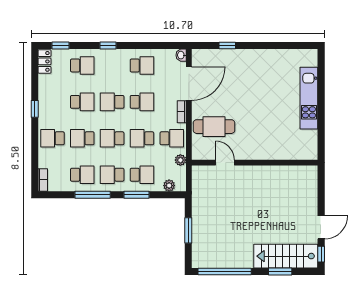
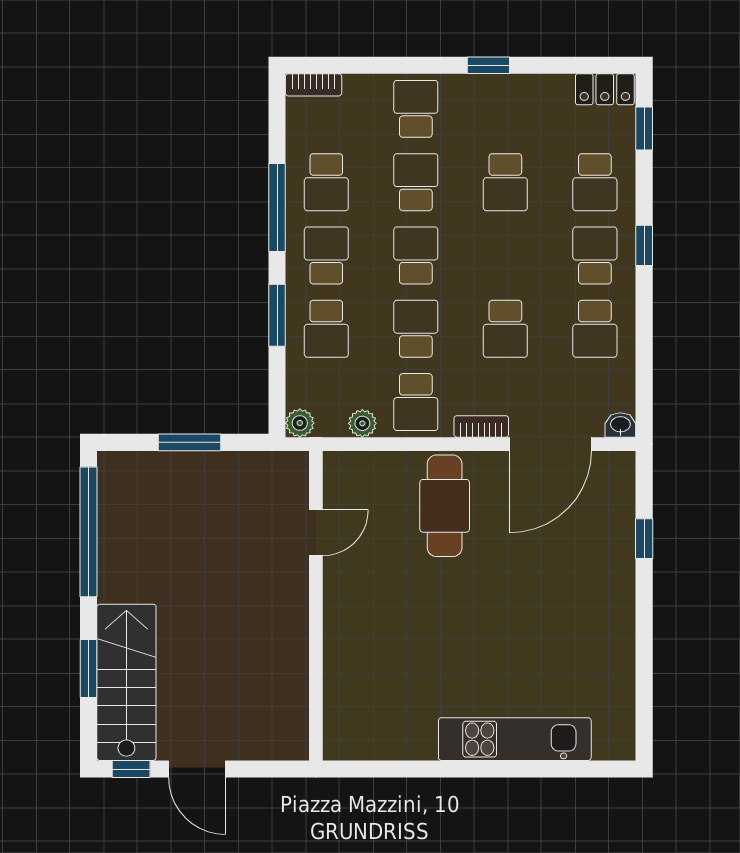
door: (189, 84) -> (550, 444), hinge flipped
school desk: (112, 102) -> (595, 255), moved
door: (225, 163) -> (316, 533), moved
wall: (255, 163) -> (316, 606), moved
plant: (169, 186) -> (300, 423), moved

